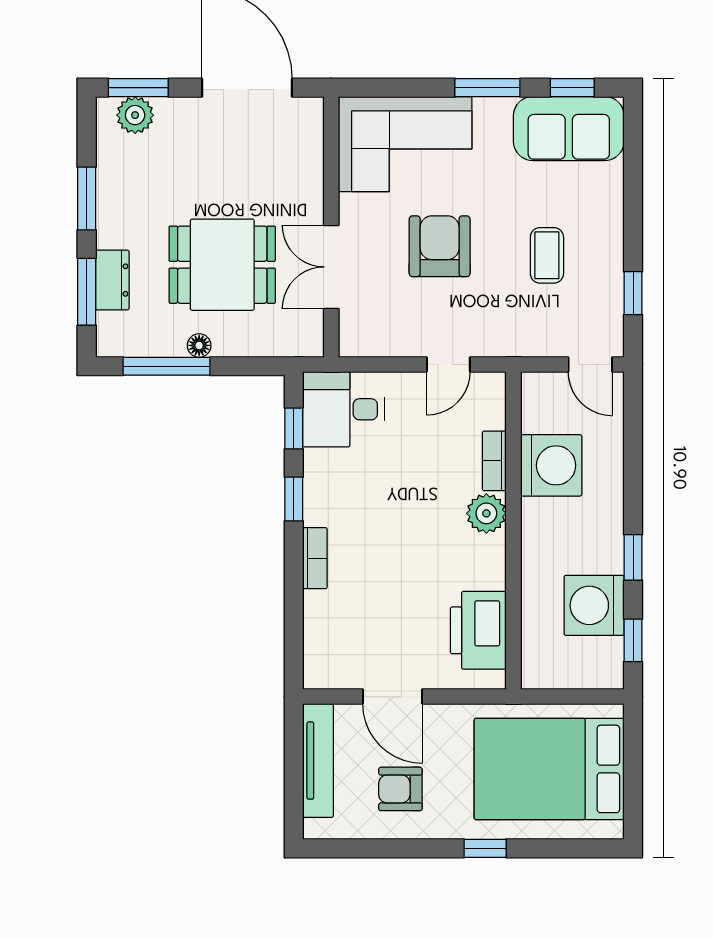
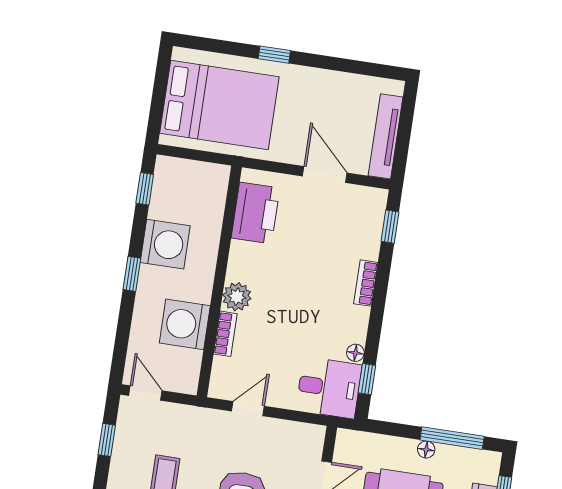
floor lamp: (315, 462) -> (355, 353), added
window: (294, 499) -> (390, 227), moved
window: (633, 557) -> (132, 274), moved
washing machine: (594, 605) -> (165, 244), moved
armchair: (400, 789) -> (329, 107), removed

